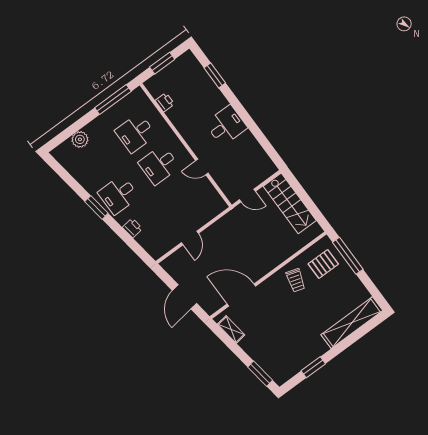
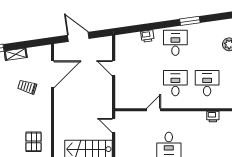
door: (247, 196) -> (114, 125), hinge flipped
window: (96, 207) -> (190, 21), moved
trolley: (296, 280) -> (27, 87), moved
shelving: (231, 329) -> (16, 54), moved

